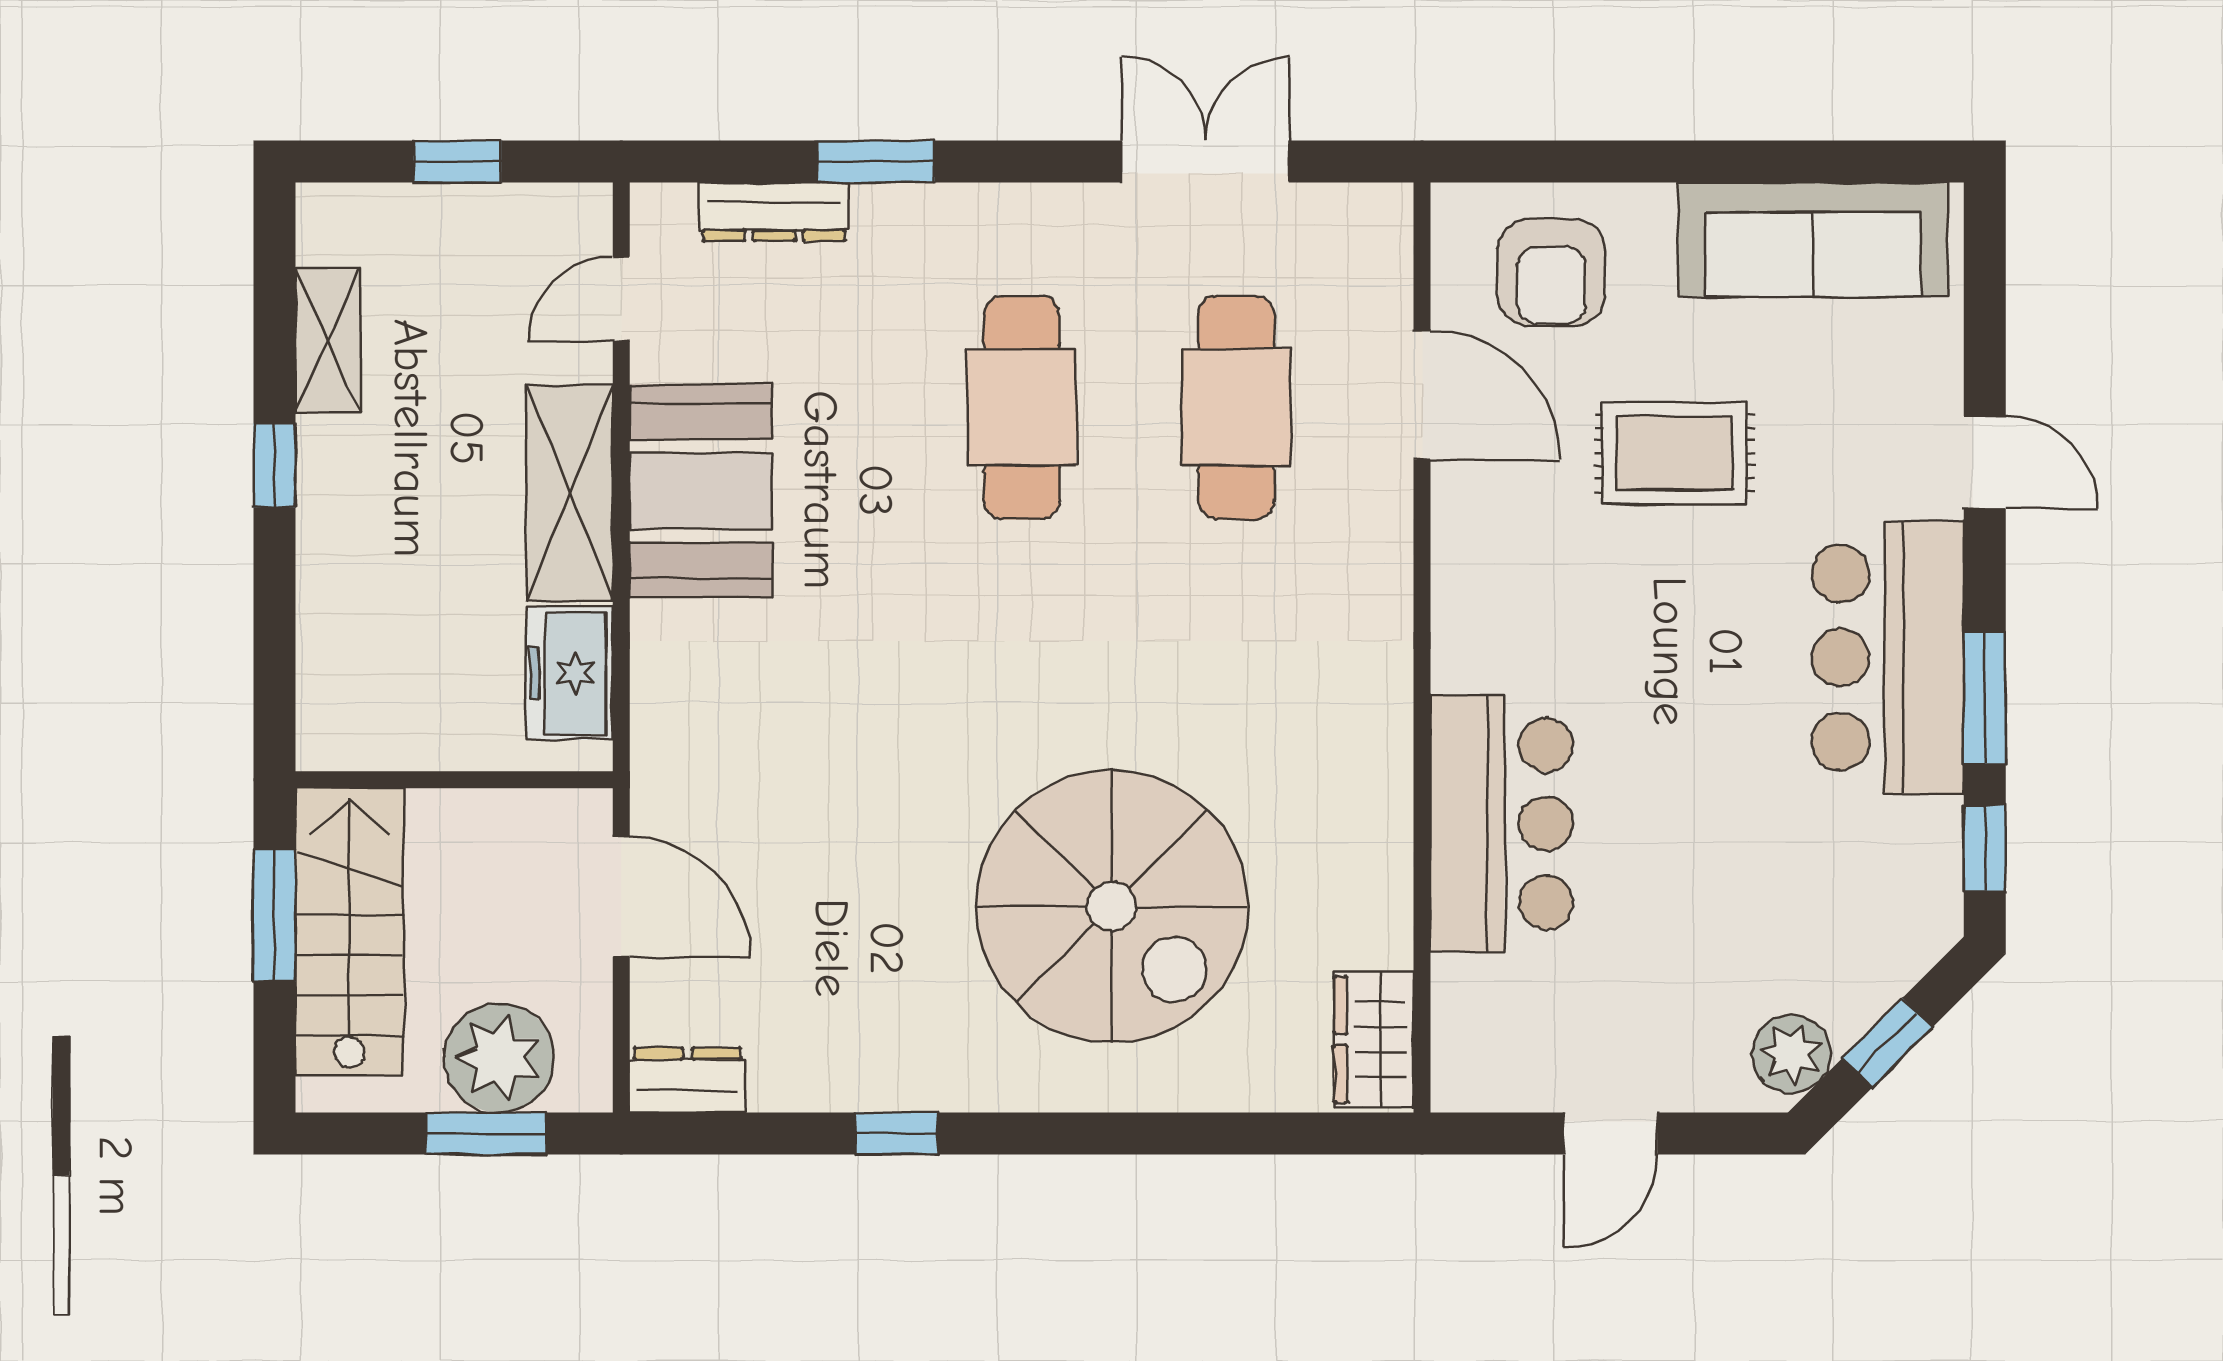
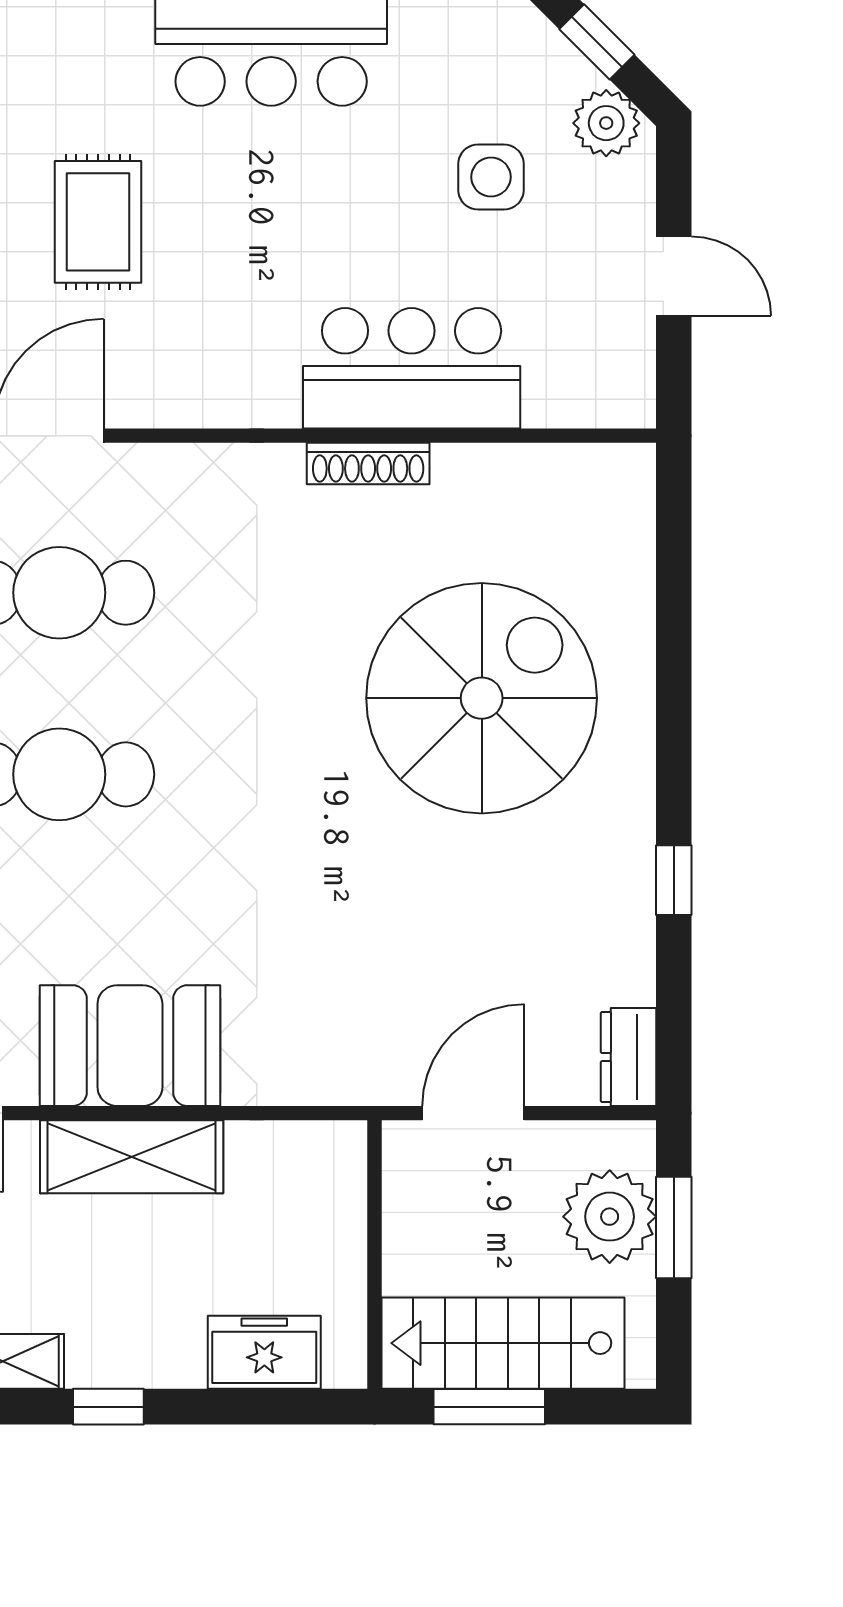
freezer: (569, 673) -> (264, 1352), moved, turned 180
shoe rack: (1389, 772) -> (368, 463), added
side table: (1728, 918) -> (491, 177), added
wardrobe: (1374, 1039) -> (594, 476), removed

